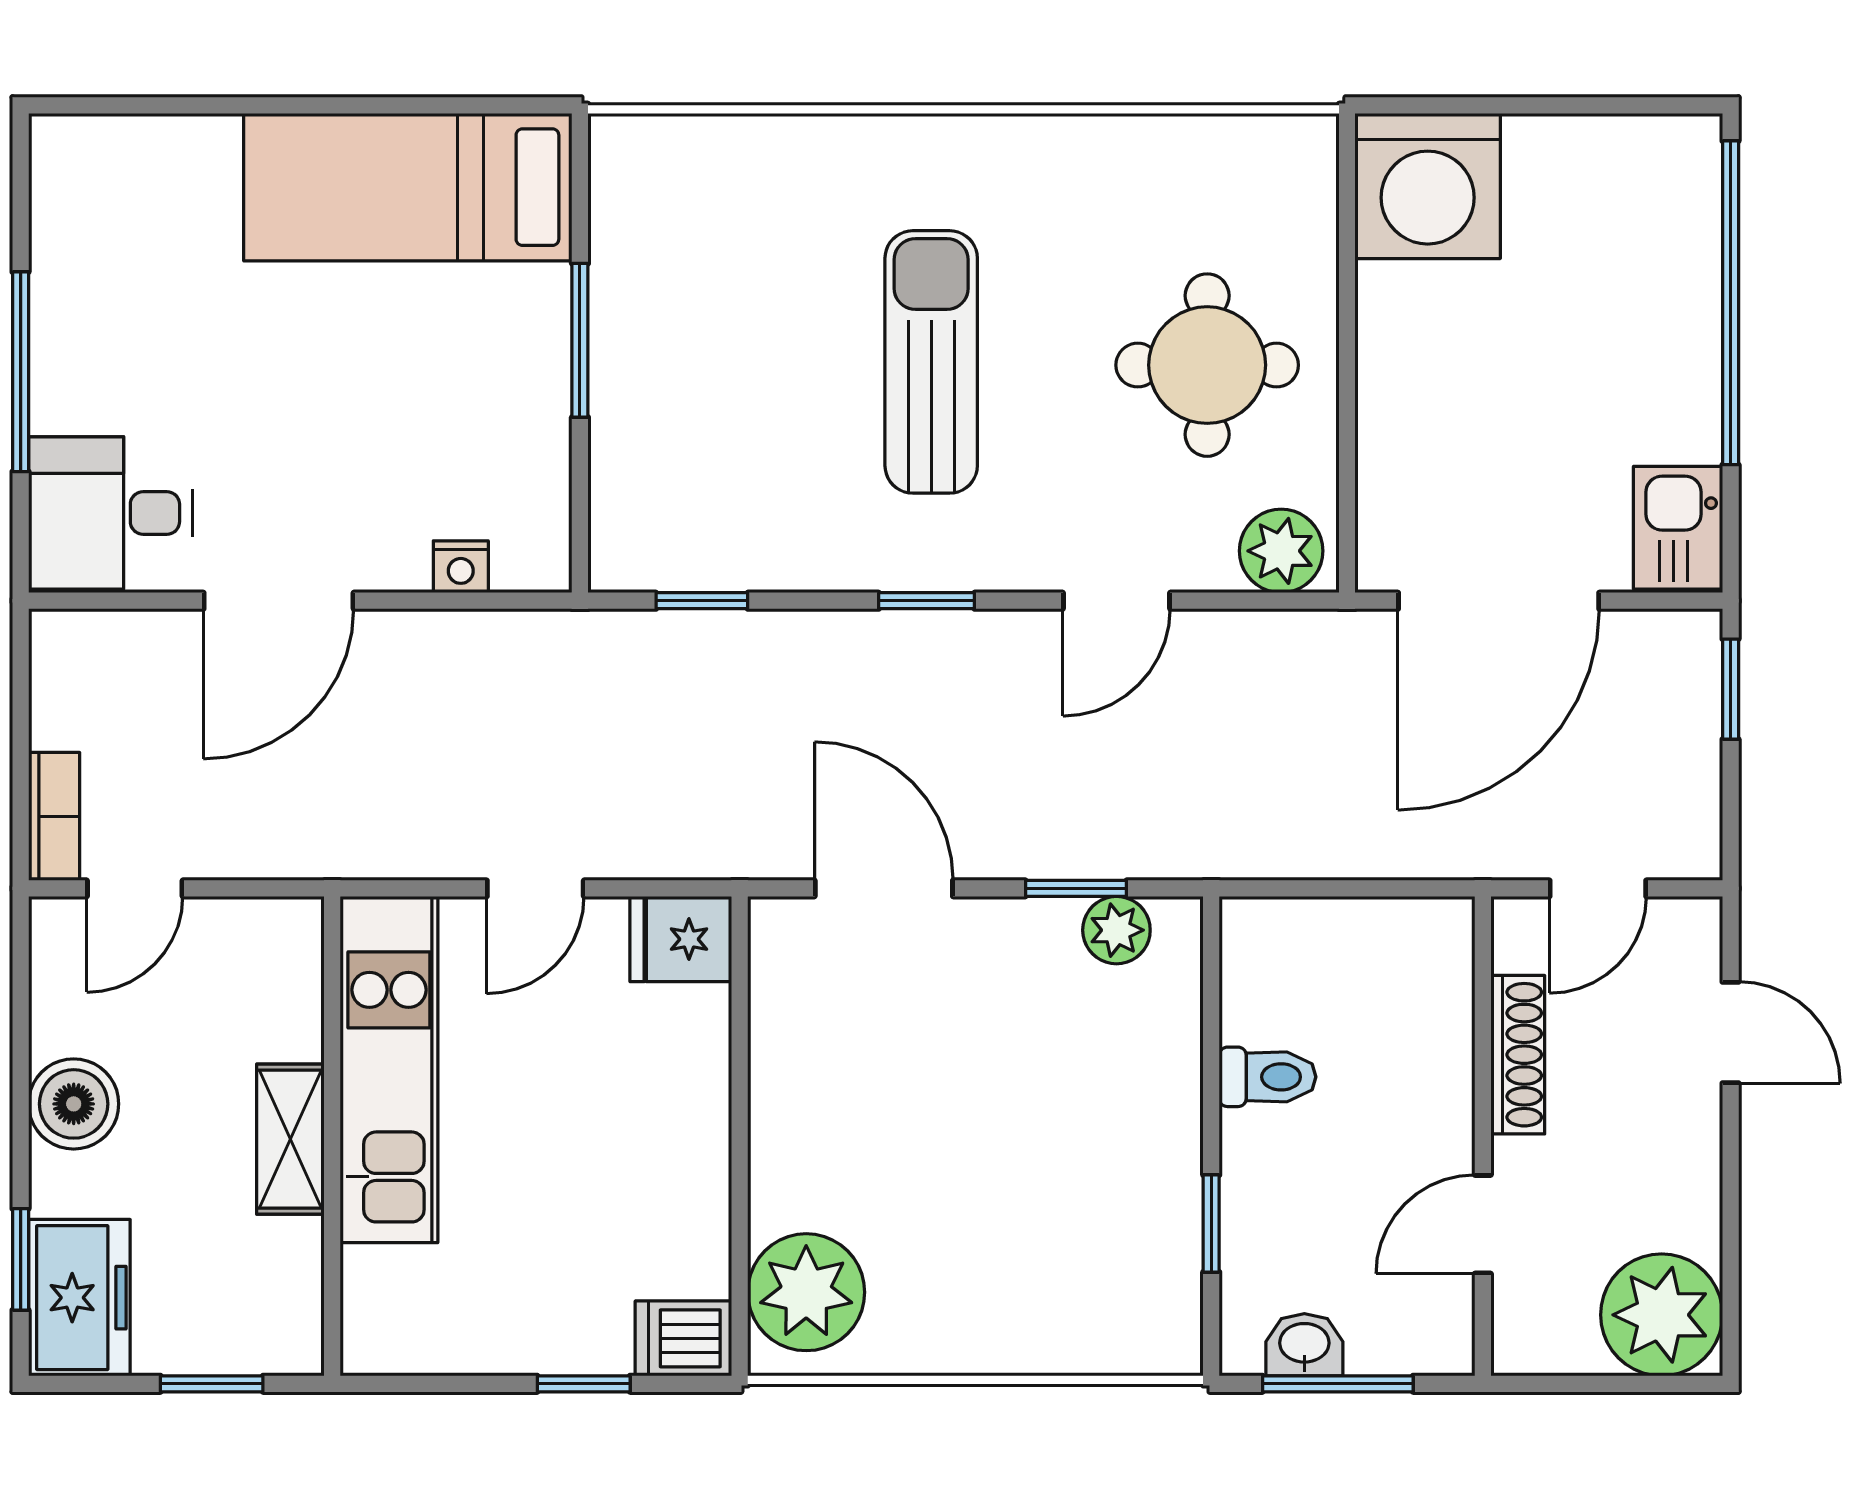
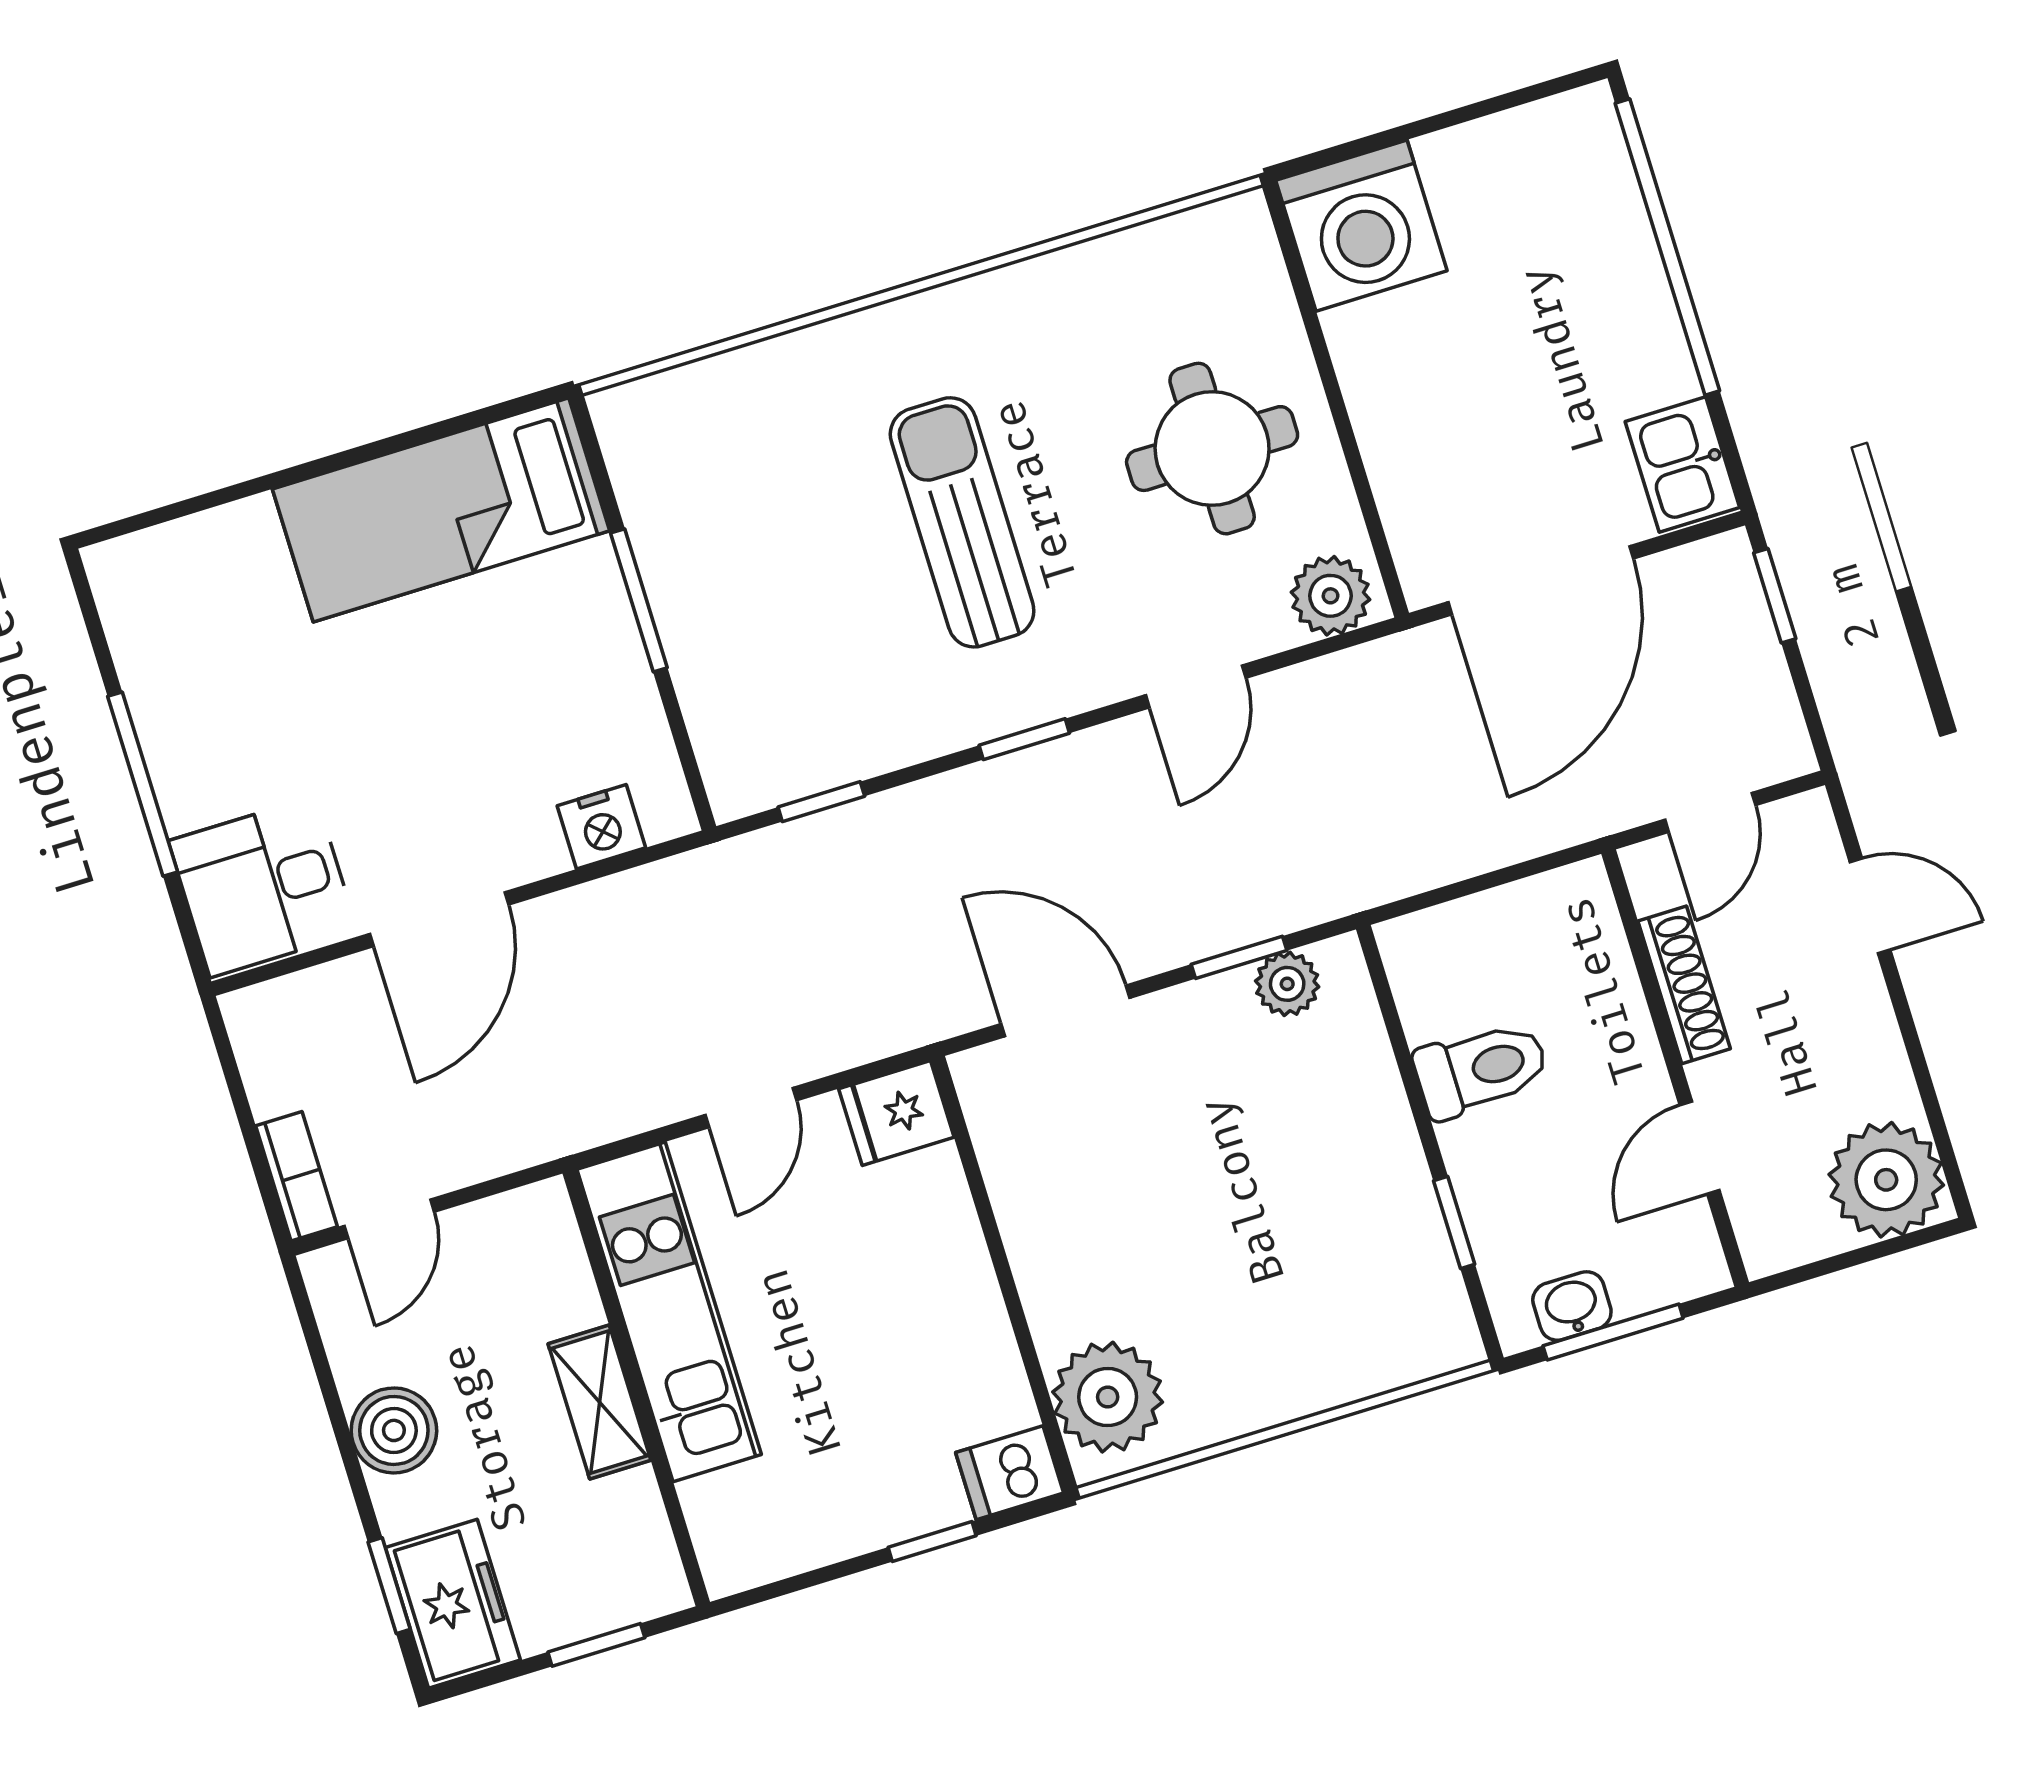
nightstand: (461, 567) -> (601, 827), width x1.39, depth x1.35
toilet: (1268, 1077) -> (1481, 1069), width x1.37, depth x1.39

